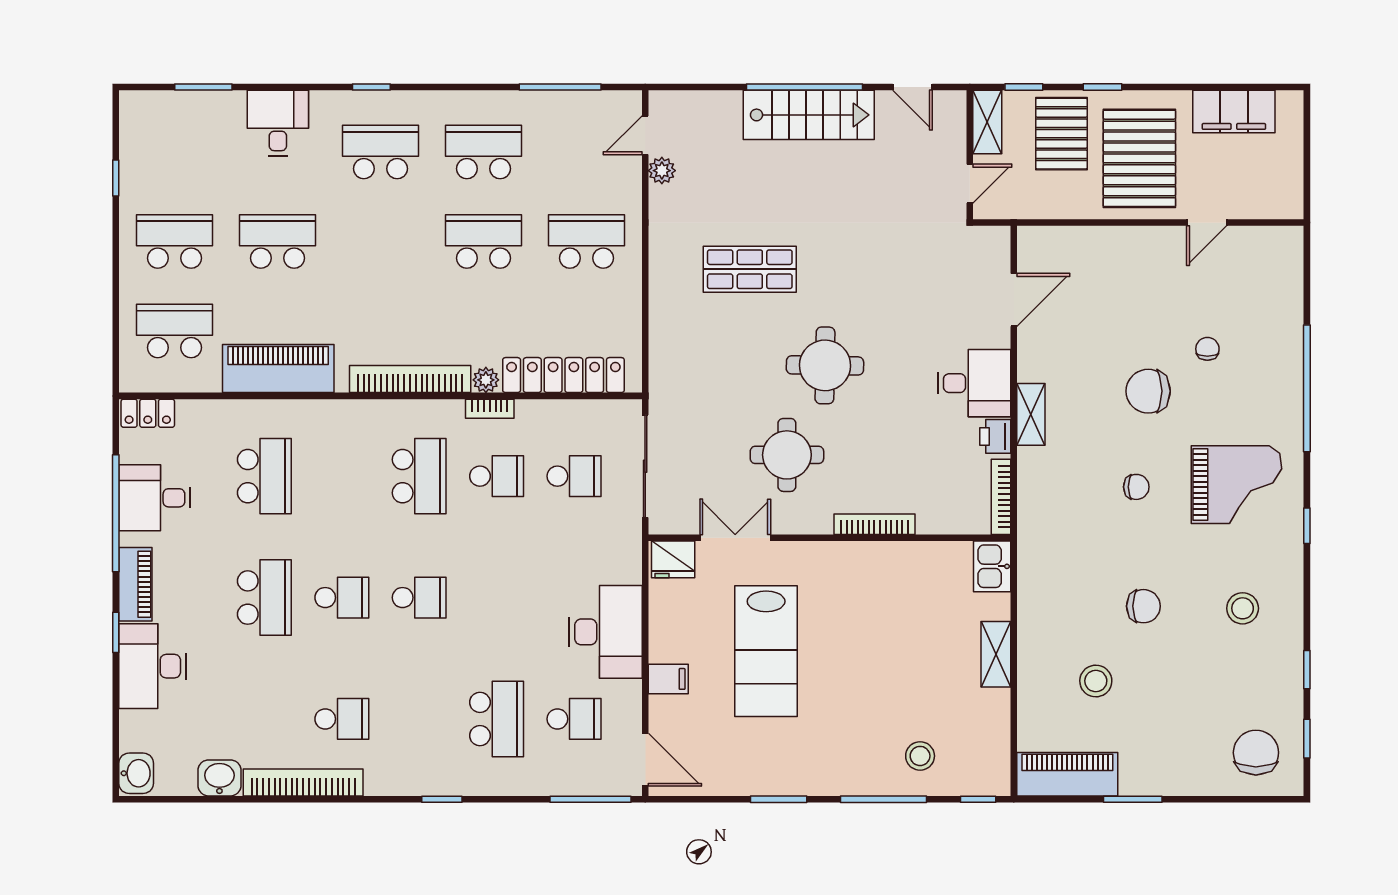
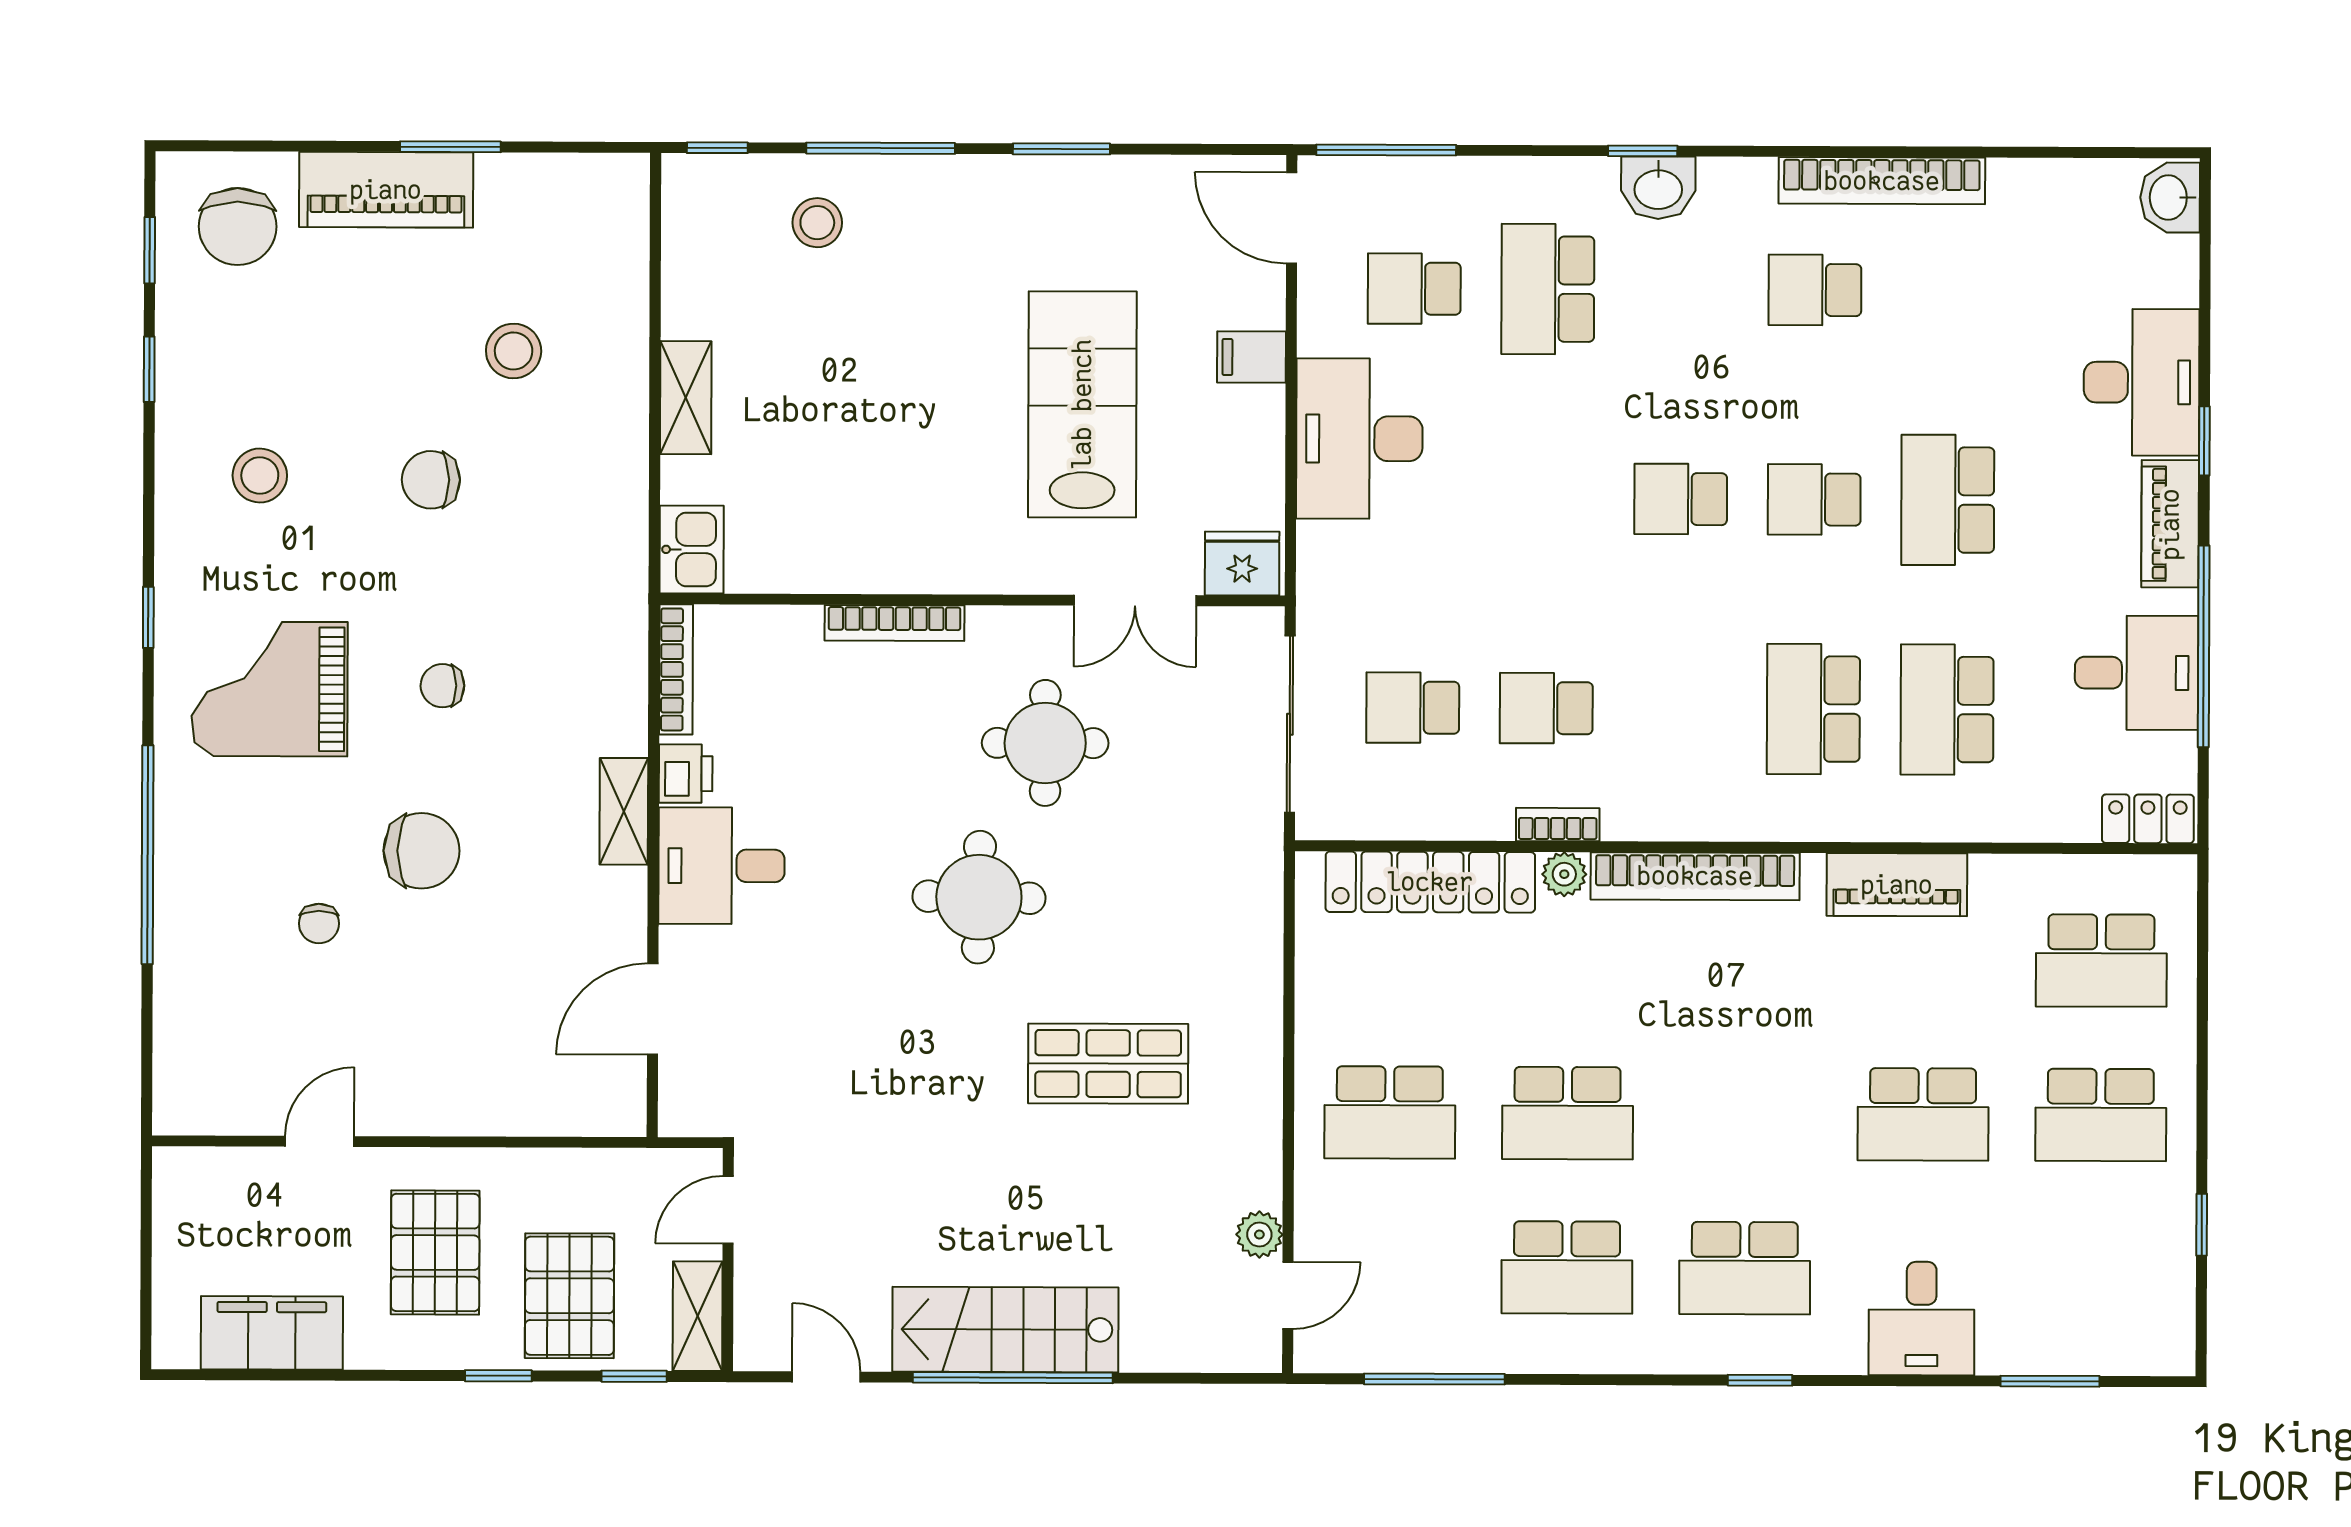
pallet: (1139, 158) -> (435, 1253), width x0.73, depth x0.71
piano: (278, 369) -> (1897, 885), width x0.73, depth x0.75
school desk: (419, 476) -> (1813, 709), moved
piano: (1067, 774) -> (386, 190), moved
washbasin: (219, 778) -> (1658, 188), moved

